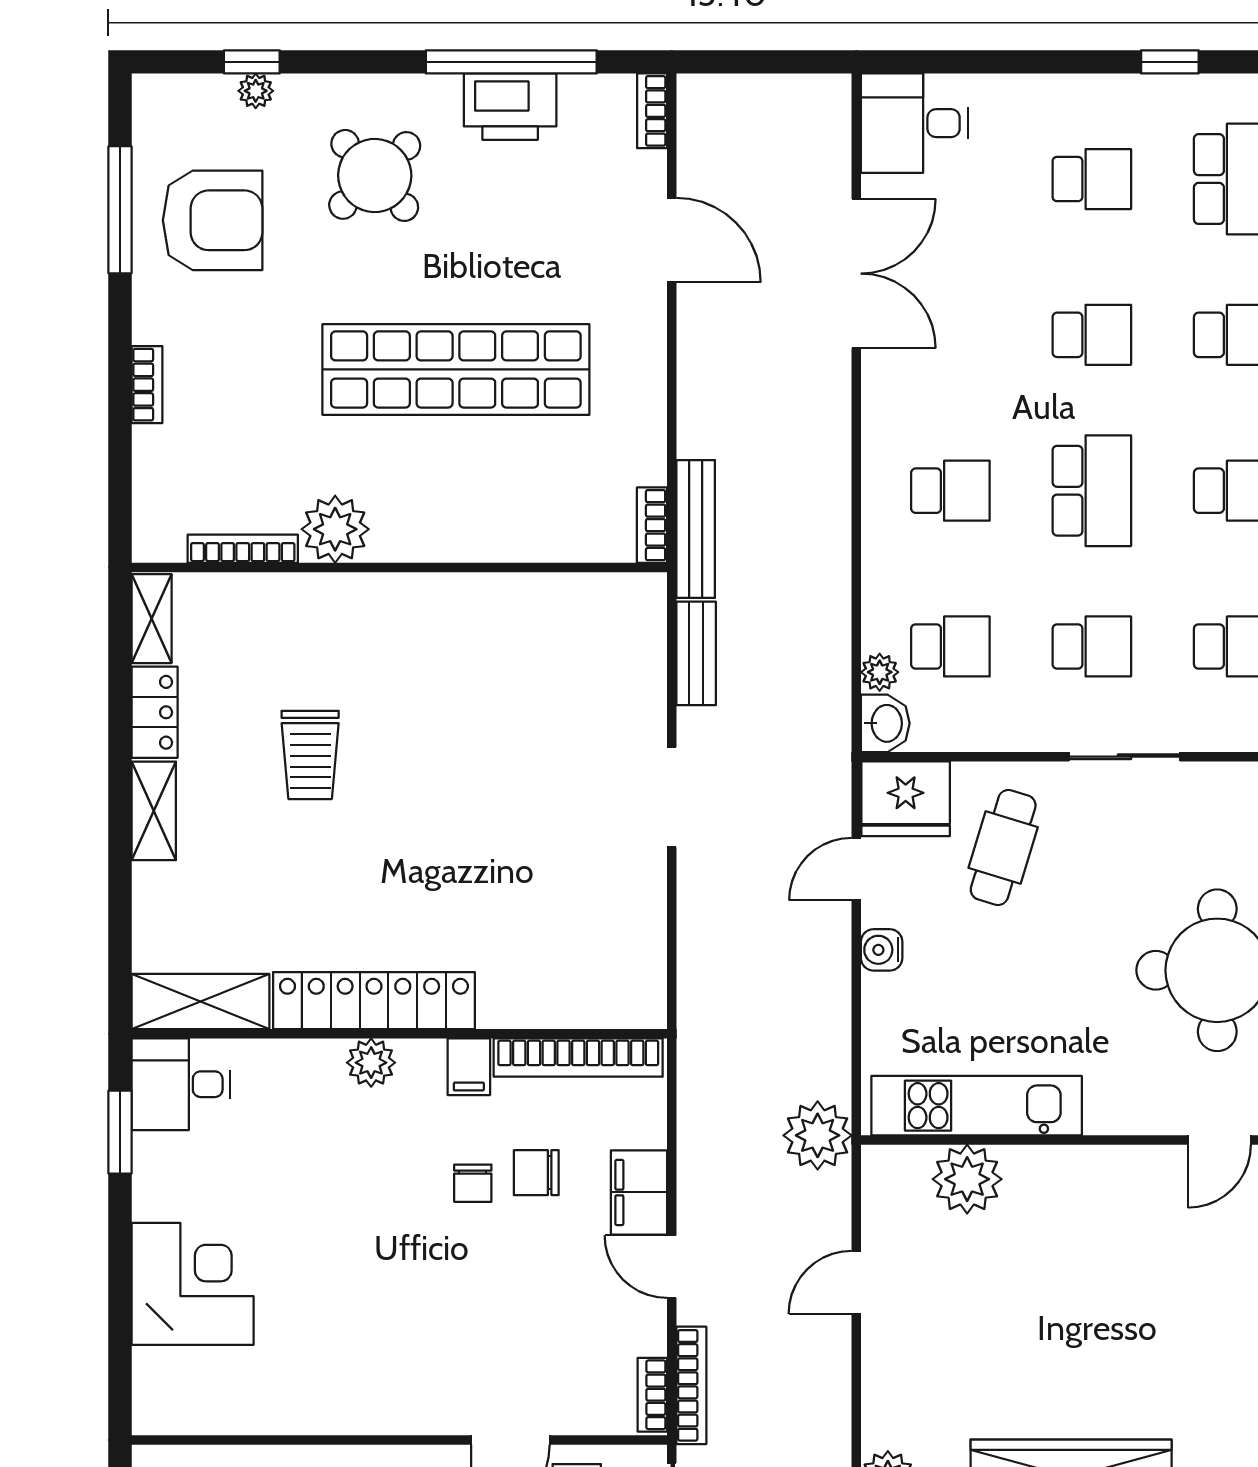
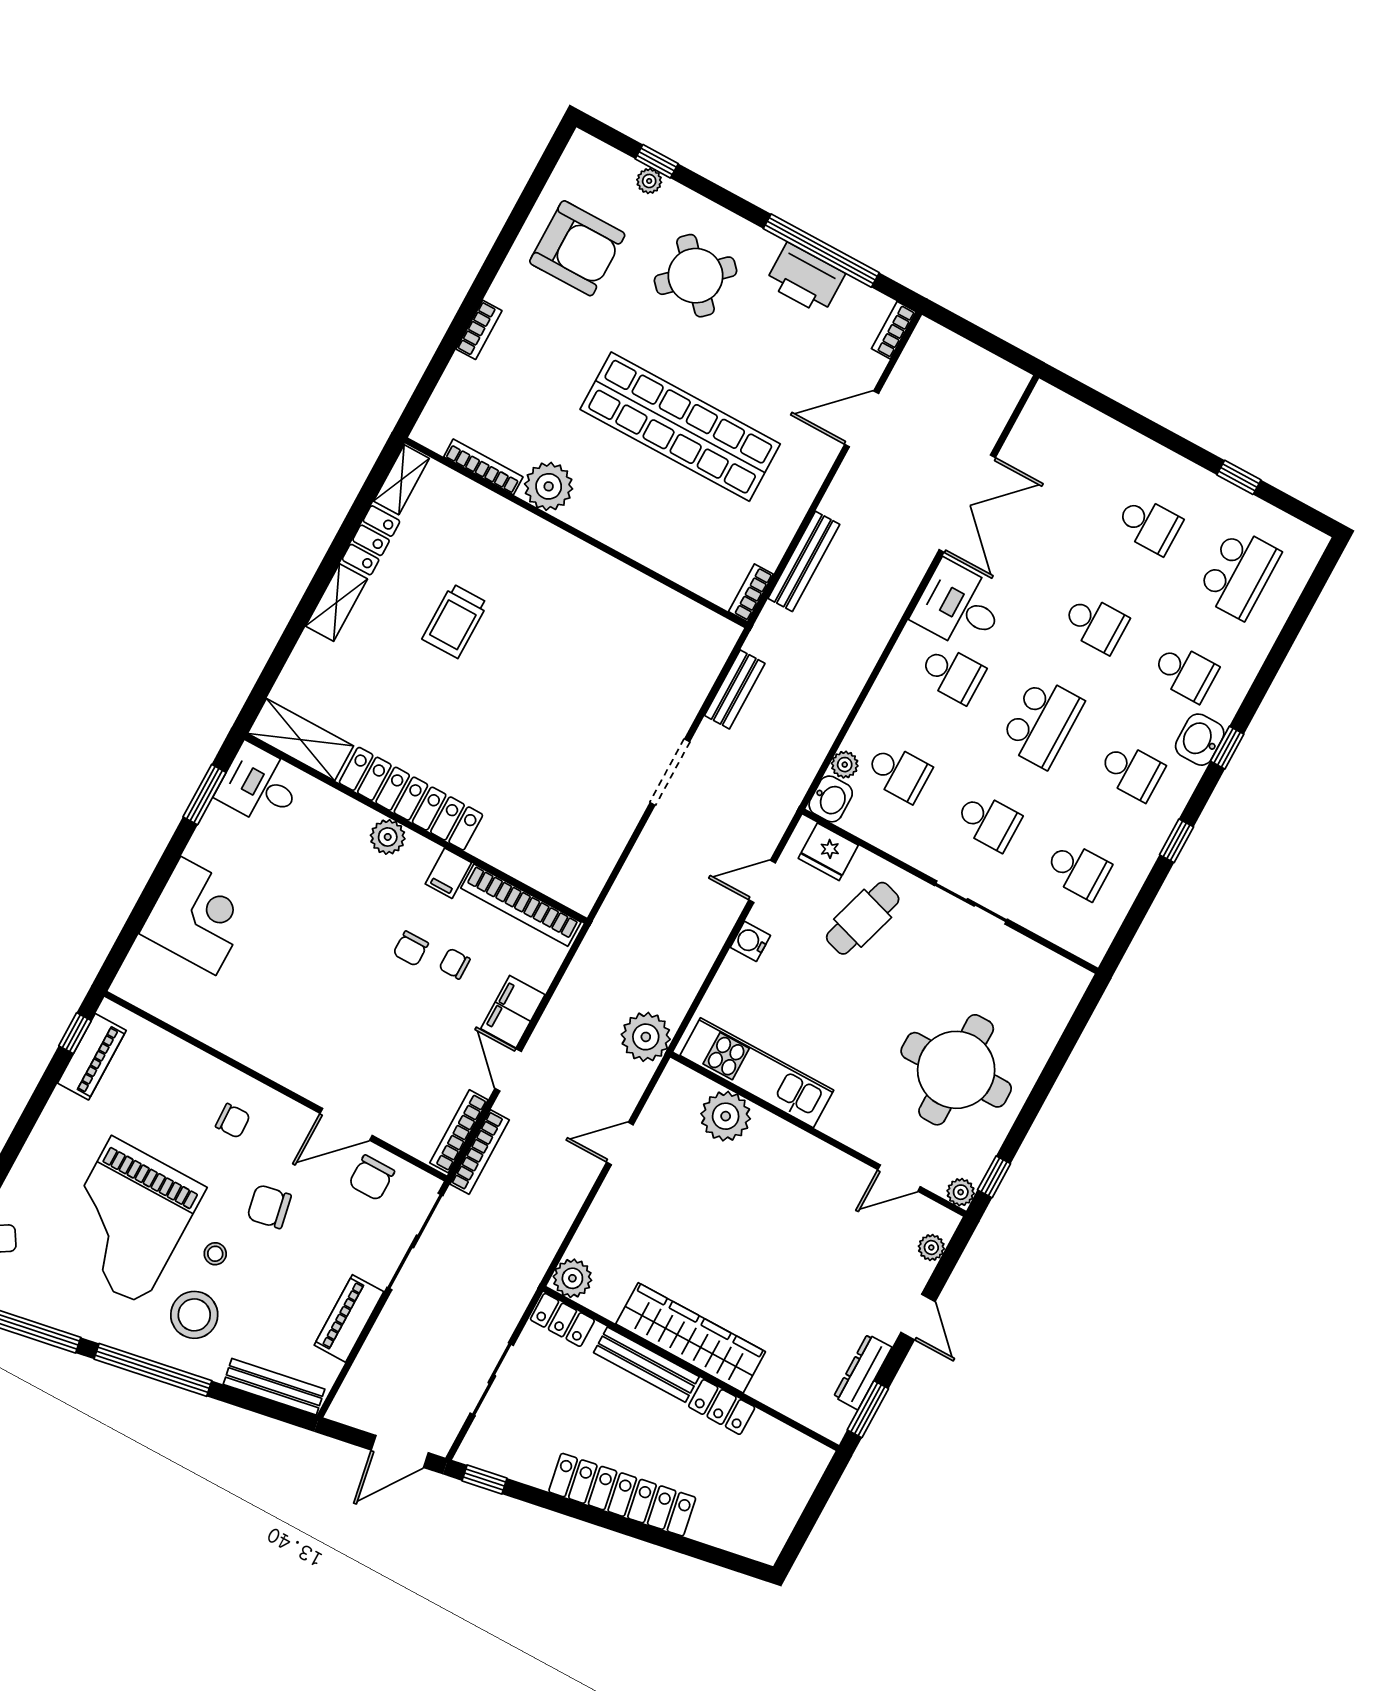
desk: (915, 123) -> (959, 606), moved
window: (120, 210) -> (522, 210), removed
door: (672, 240) -> (862, 419), swing flipped
bench: (696, 529) -> (804, 561), moved
fridge: (906, 799) -> (828, 852), width x0.73, depth x0.75
chair: (536, 1173) -> (455, 964), width x0.73, depth x0.73
bookcase: (652, 1395) -> (459, 1131), width x1.56

